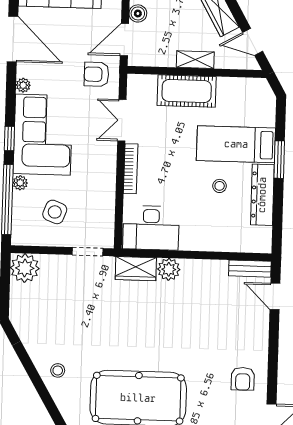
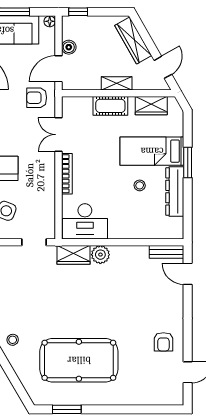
door: (253, 42) -> (163, 67), swing flipped
wardrobe: (237, 89) -> (151, 106), added
cot: (187, 91) -> (110, 106), width x0.73, depth x0.75

